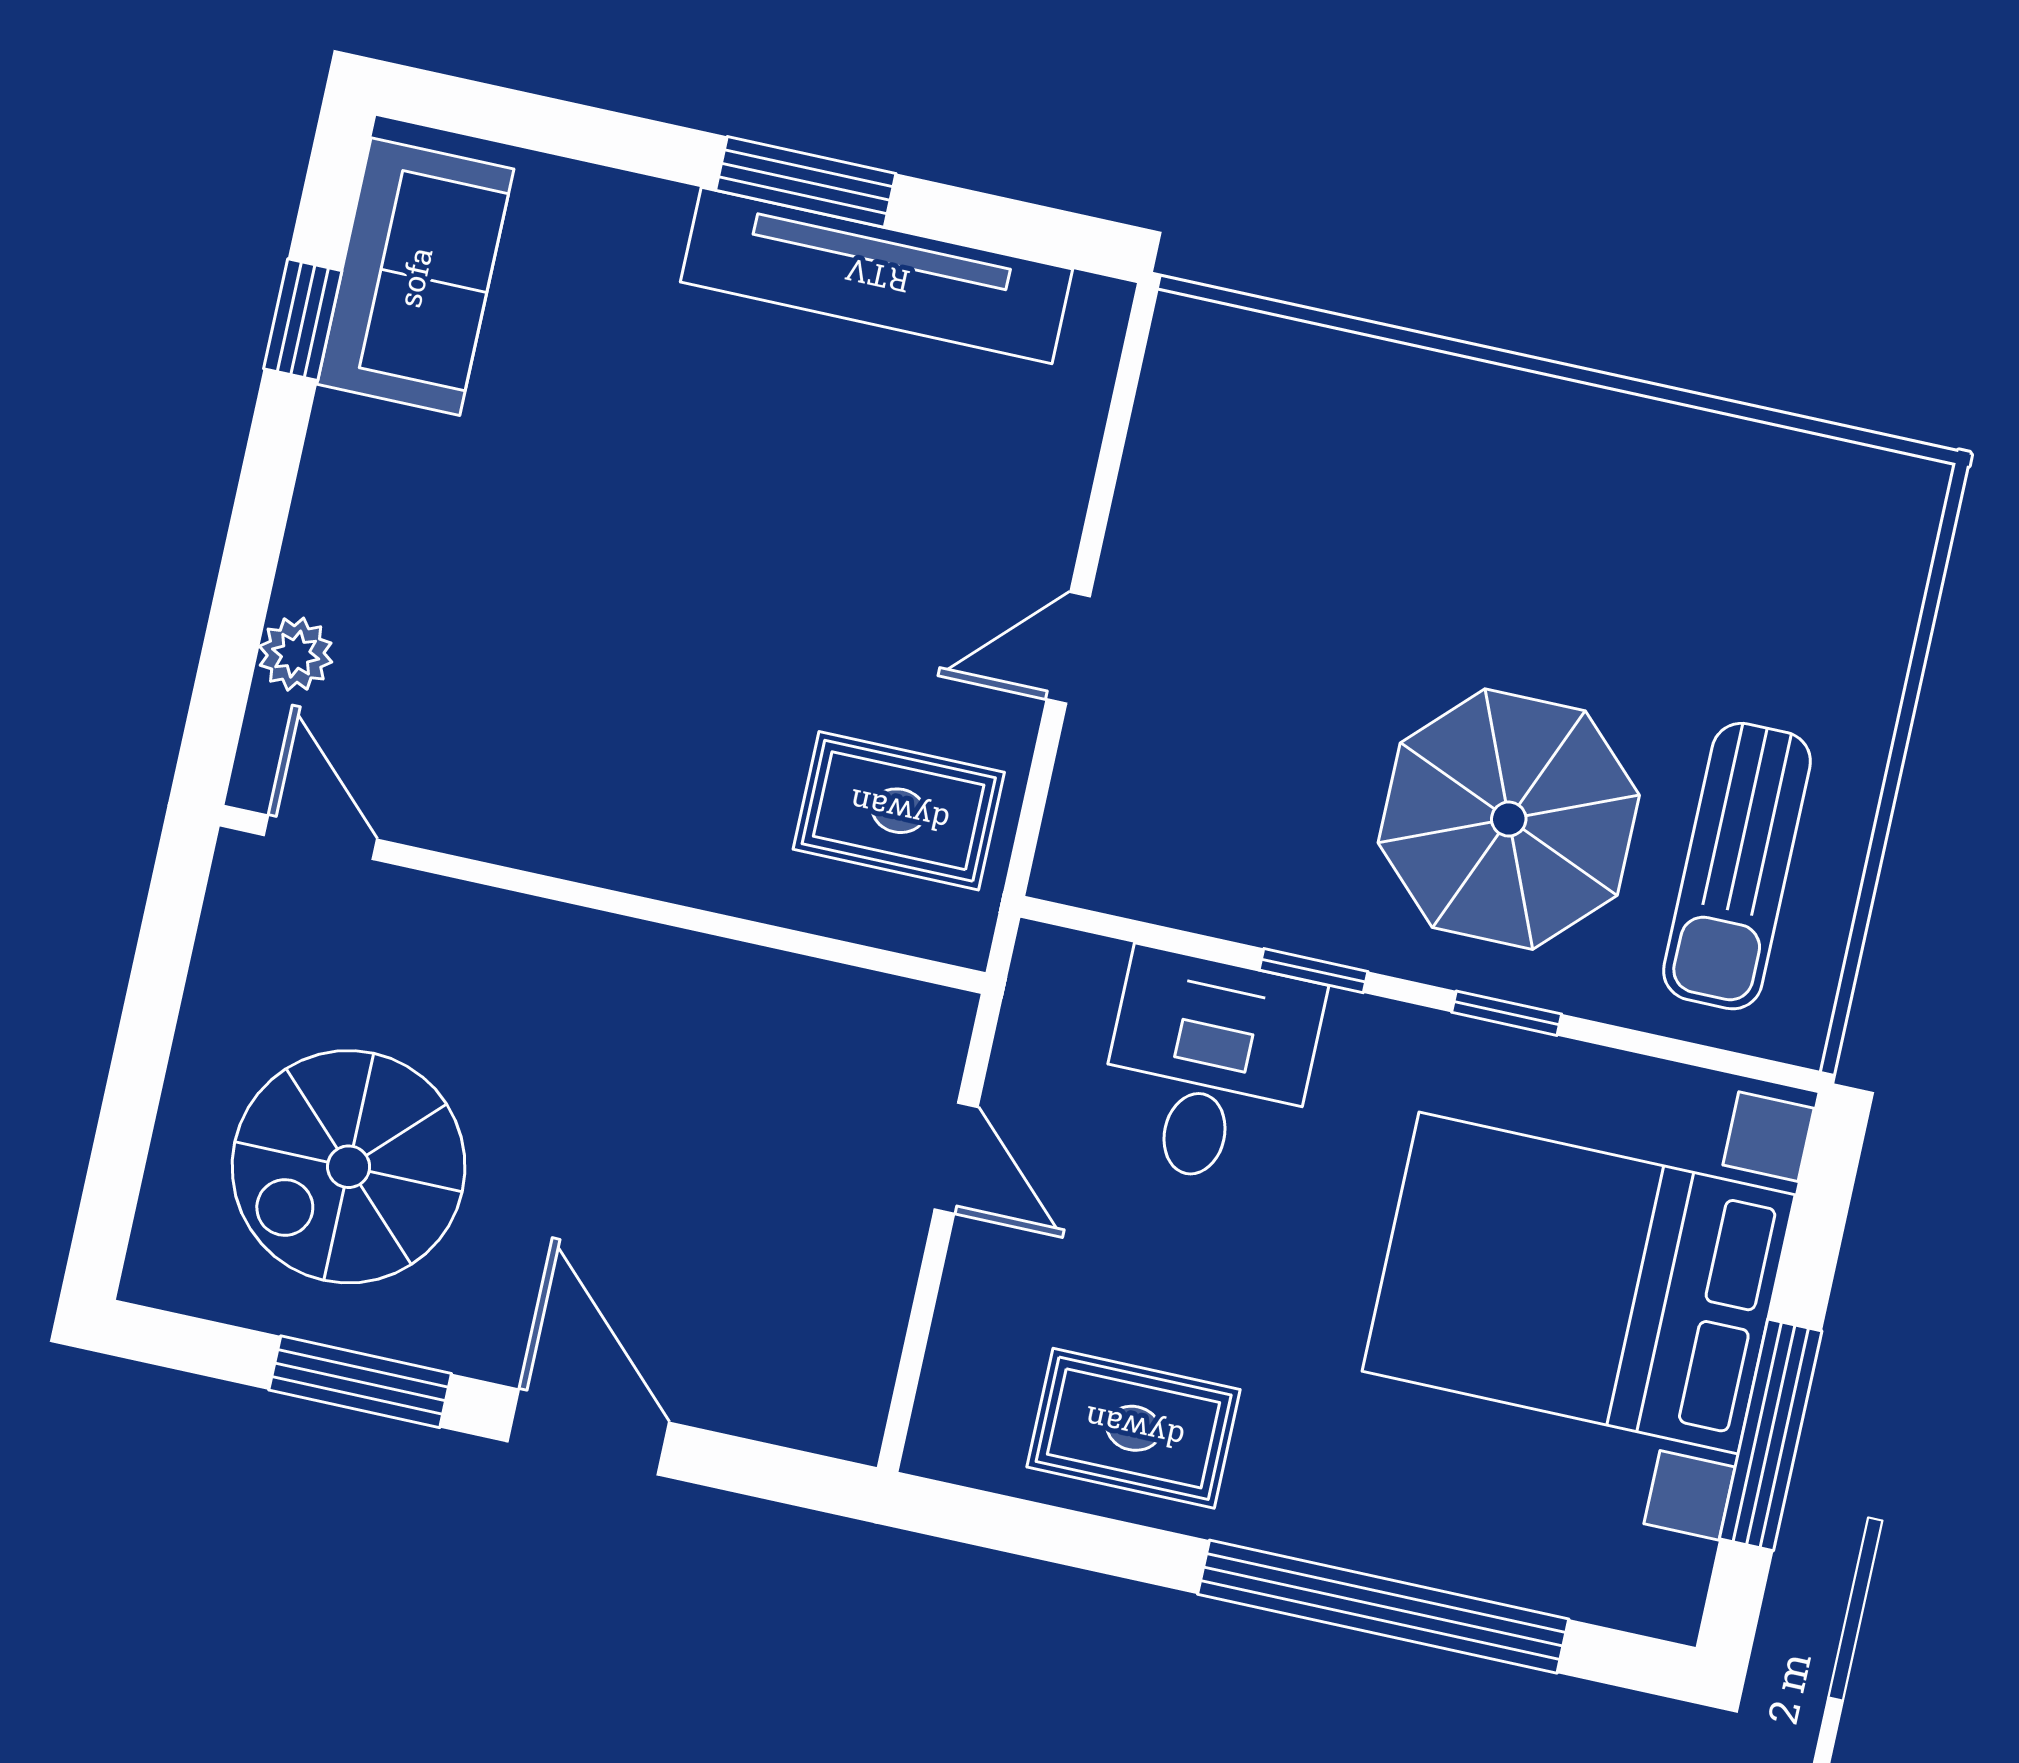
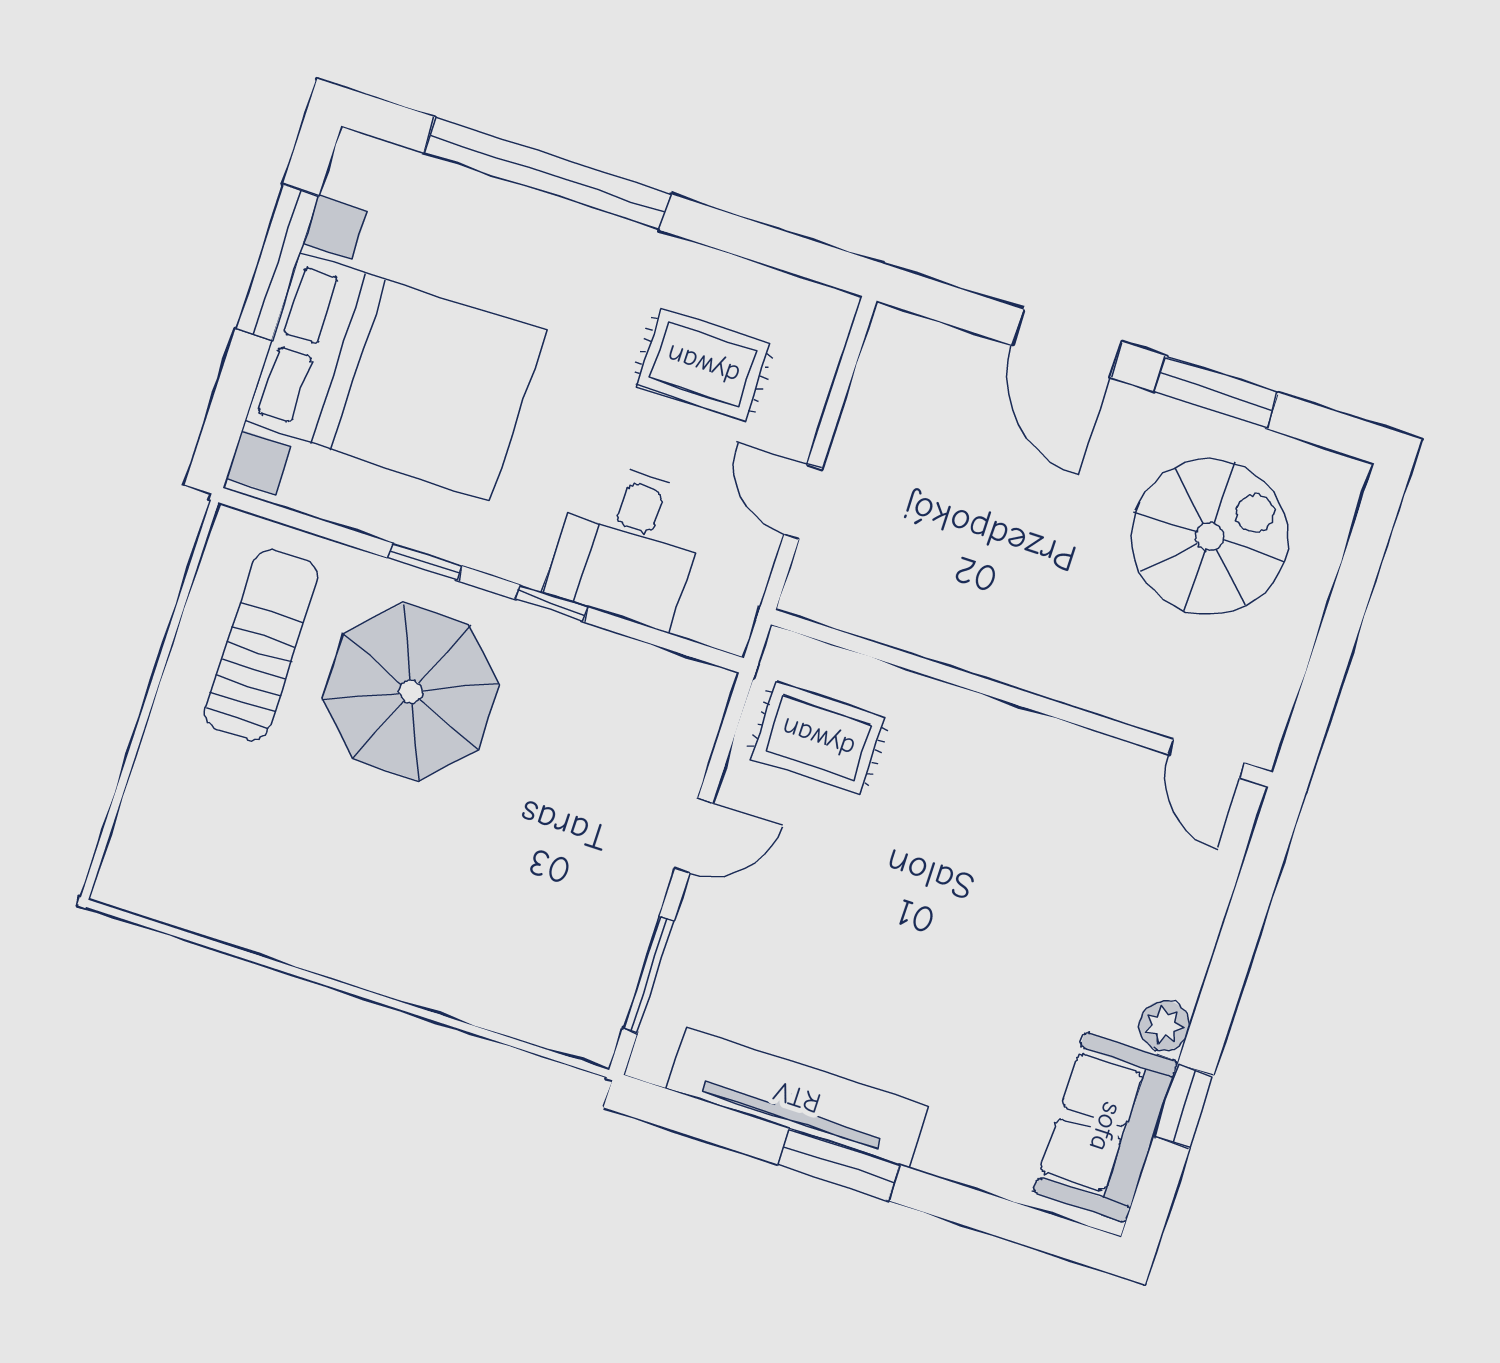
window: (1115, 435) -> (648, 974), added
plant: (296, 654) -> (1164, 1026), moved
rug: (1134, 1428) -> (703, 365), moved

